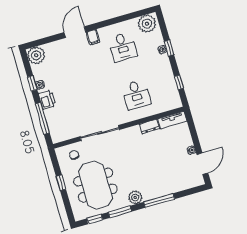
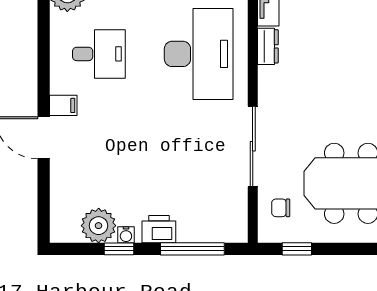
plant: (36, 55) -> (99, 226), moved
desk: (136, 95) -> (199, 54), width x1.87, depth x1.30
window: (61, 183) -> (297, 249), moved

